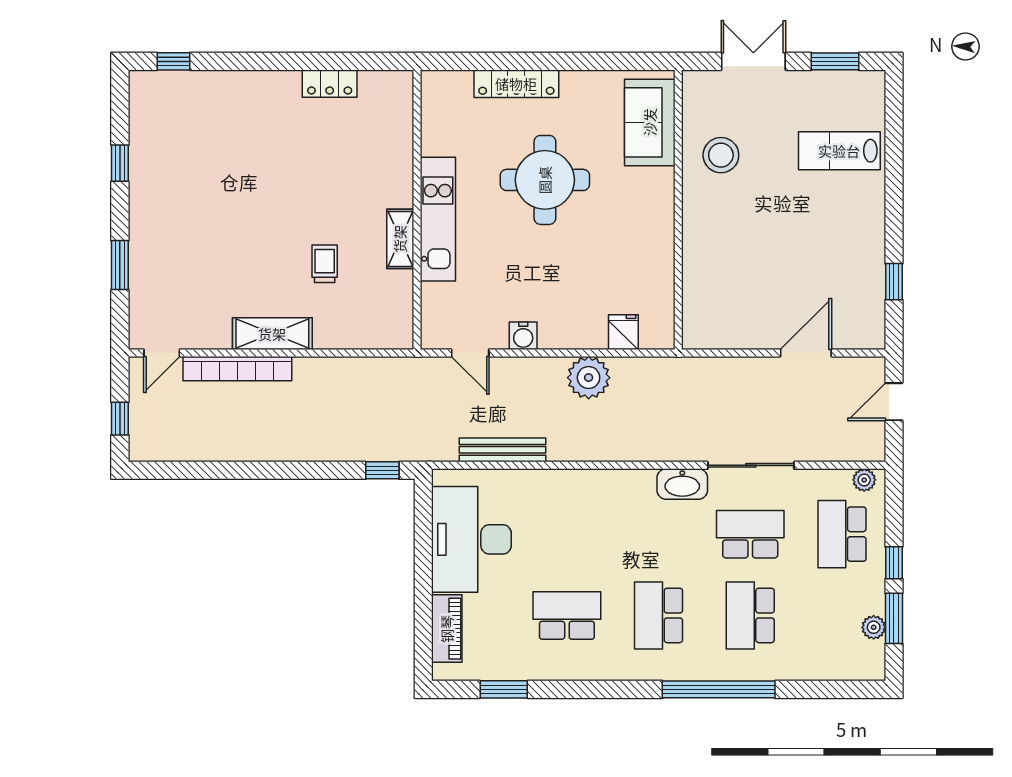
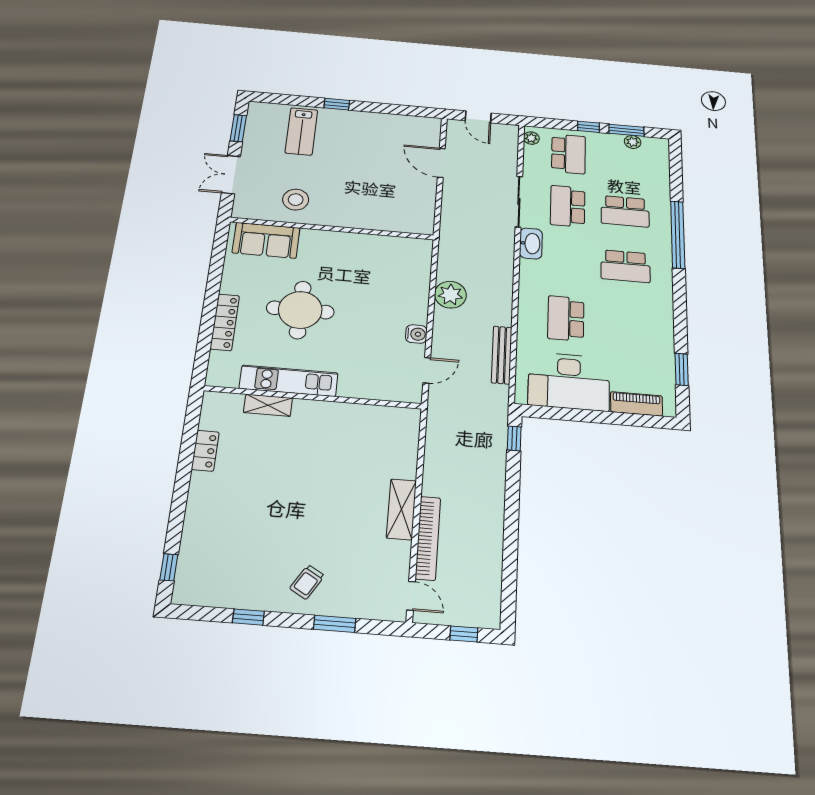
kitchen unit: (438, 219) -> (289, 381), moved
shelving: (400, 239) -> (268, 405), moved
trolley: (325, 264) -> (307, 582), moved, turned -59
window: (894, 282) -> (337, 104), moved
fridge: (623, 332) -> (418, 270), removed
school desk: (842, 534) -> (568, 154), turned -90
school desk: (567, 615) -> (566, 318), moved

